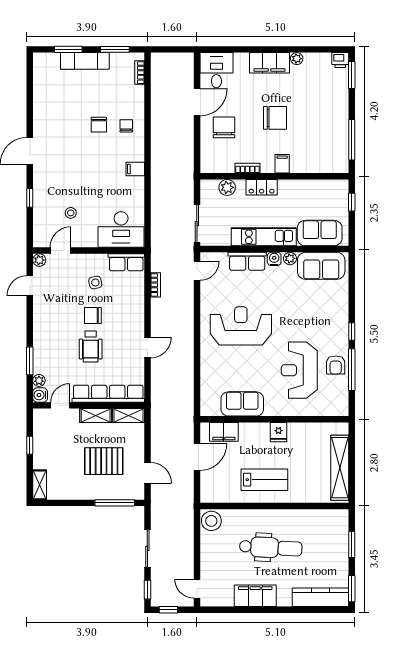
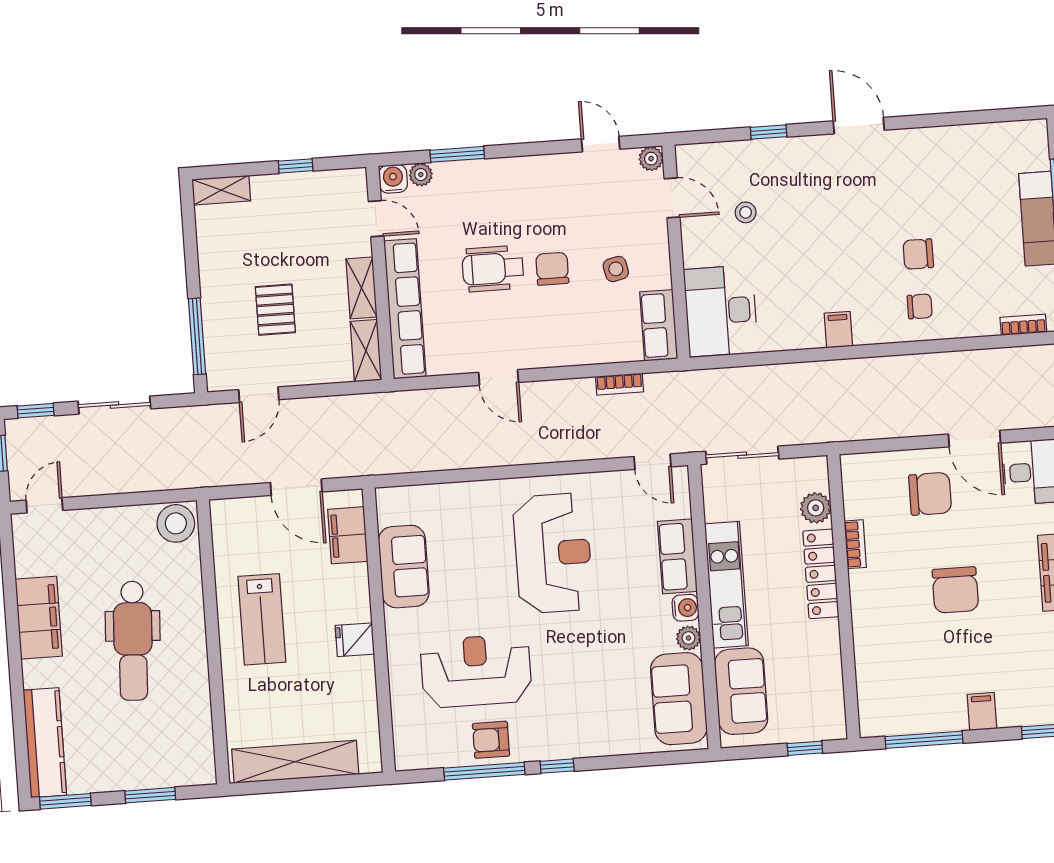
filing cabinet: (282, 164) -> (982, 711), moved, turned -90
locker: (262, 187) -> (821, 574), width x1.53
pallet: (104, 461) -> (275, 310), width x0.67, depth x0.71

